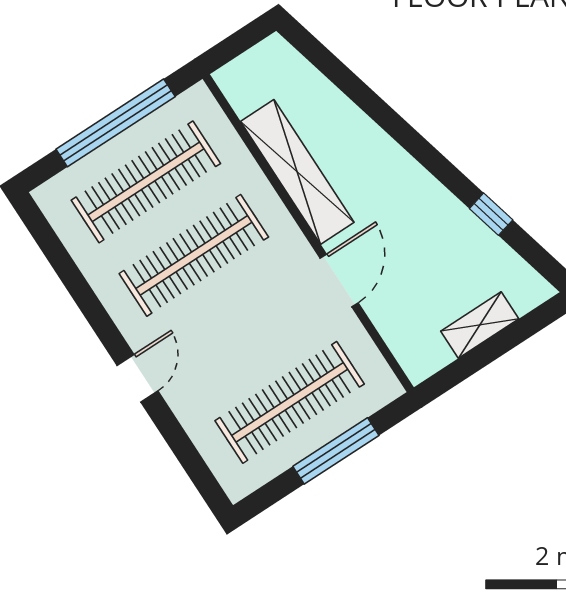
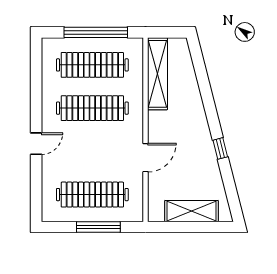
shelving: (297, 172) -> (157, 74), moved
window: (491, 214) -> (220, 148), moved
shelving: (480, 325) -> (192, 211), width x1.50, depth x1.33

